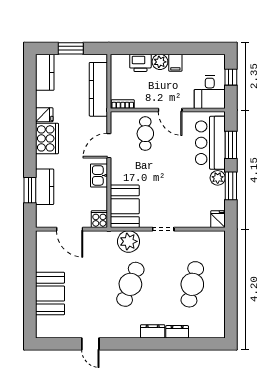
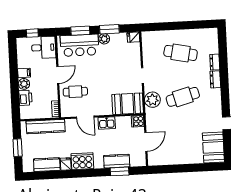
kitchen counter: (45, 72) -> (47, 165), moved
cafe table: (130, 284) -> (183, 97), turned -36
booth: (50, 294) -> (213, 147), moved, turned 90

